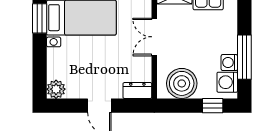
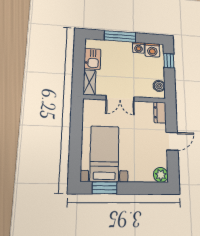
window: (244, 57) -> (120, 36), moved
boiler: (182, 83) -> (159, 86), width x0.54, depth x0.54

